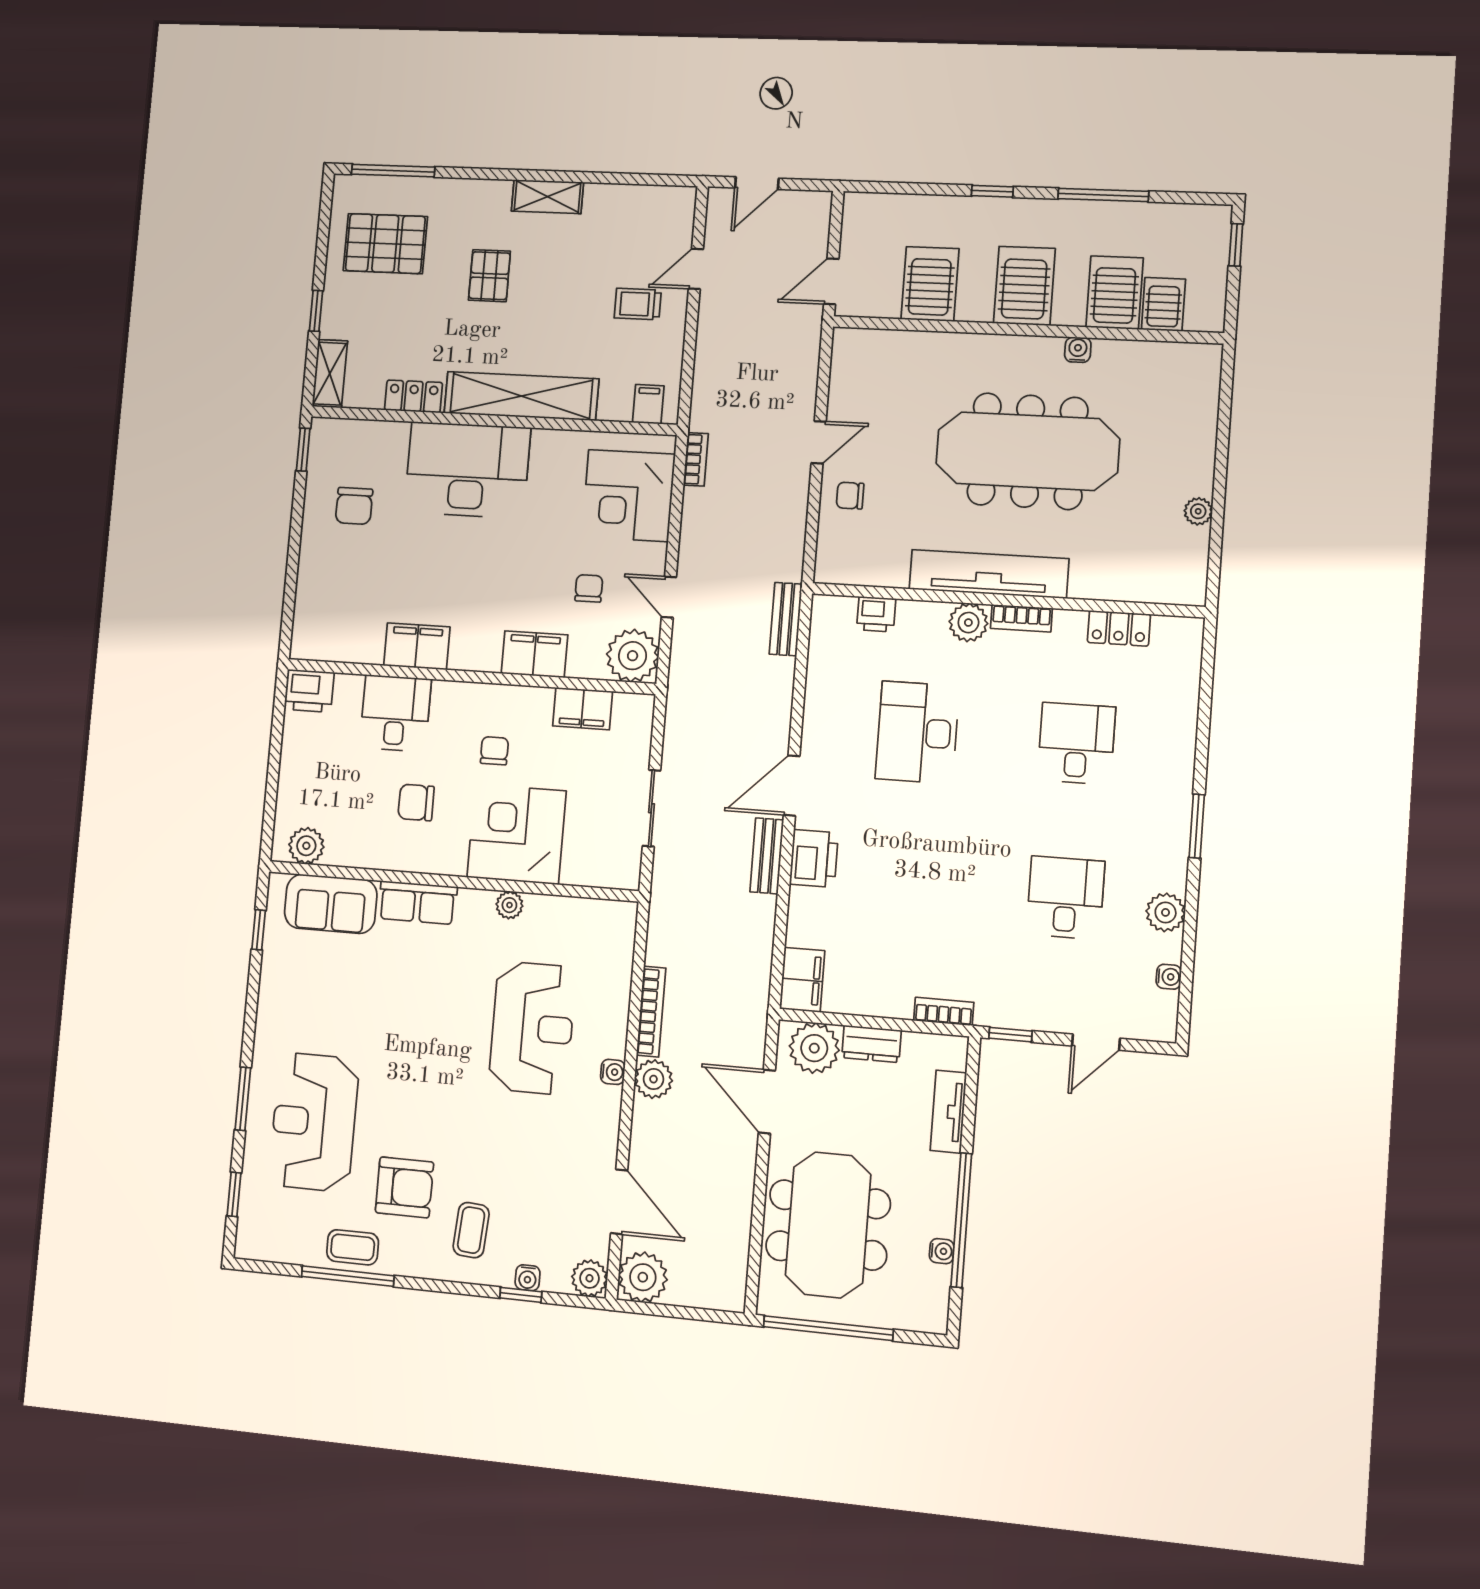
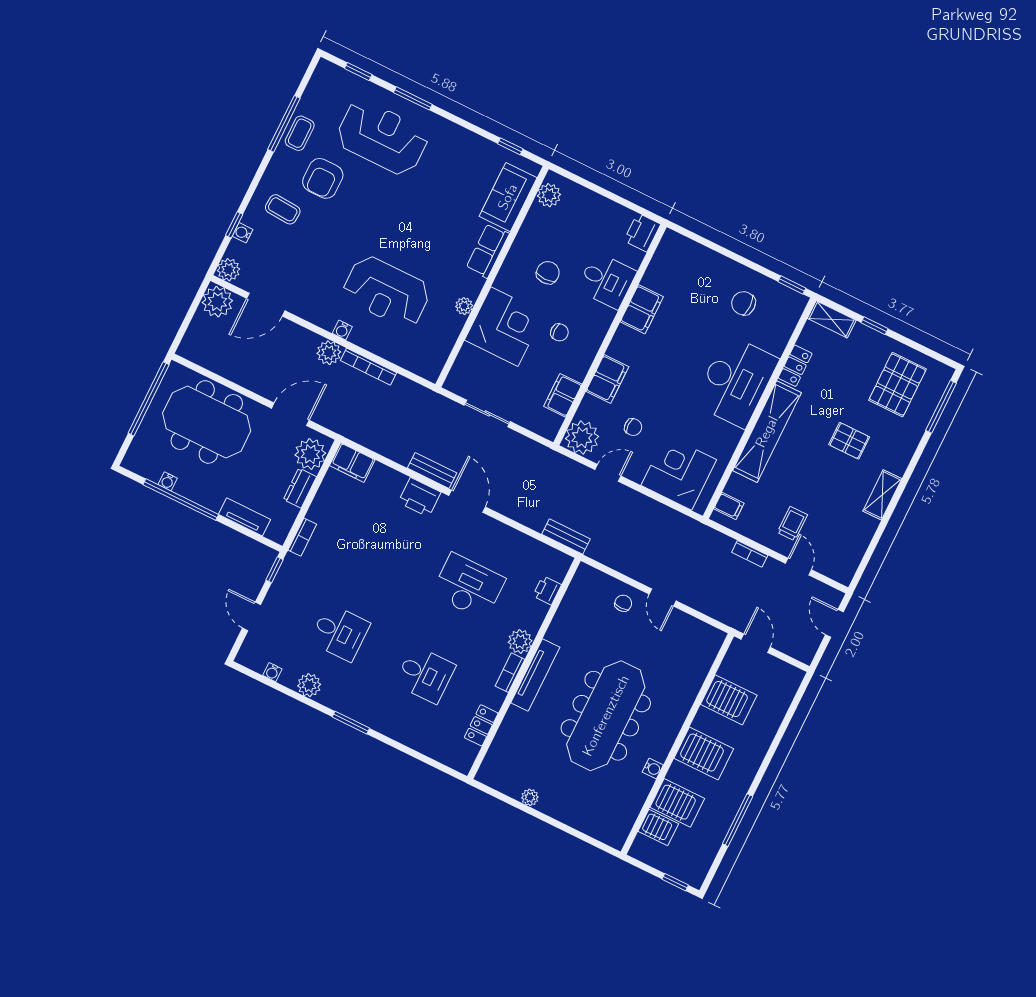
window: (992, 191) -> (768, 758), removed
bookcase: (696, 459) -> (750, 554), moved
tv unit: (989, 574) -> (535, 675), width x0.73, depth x0.78

